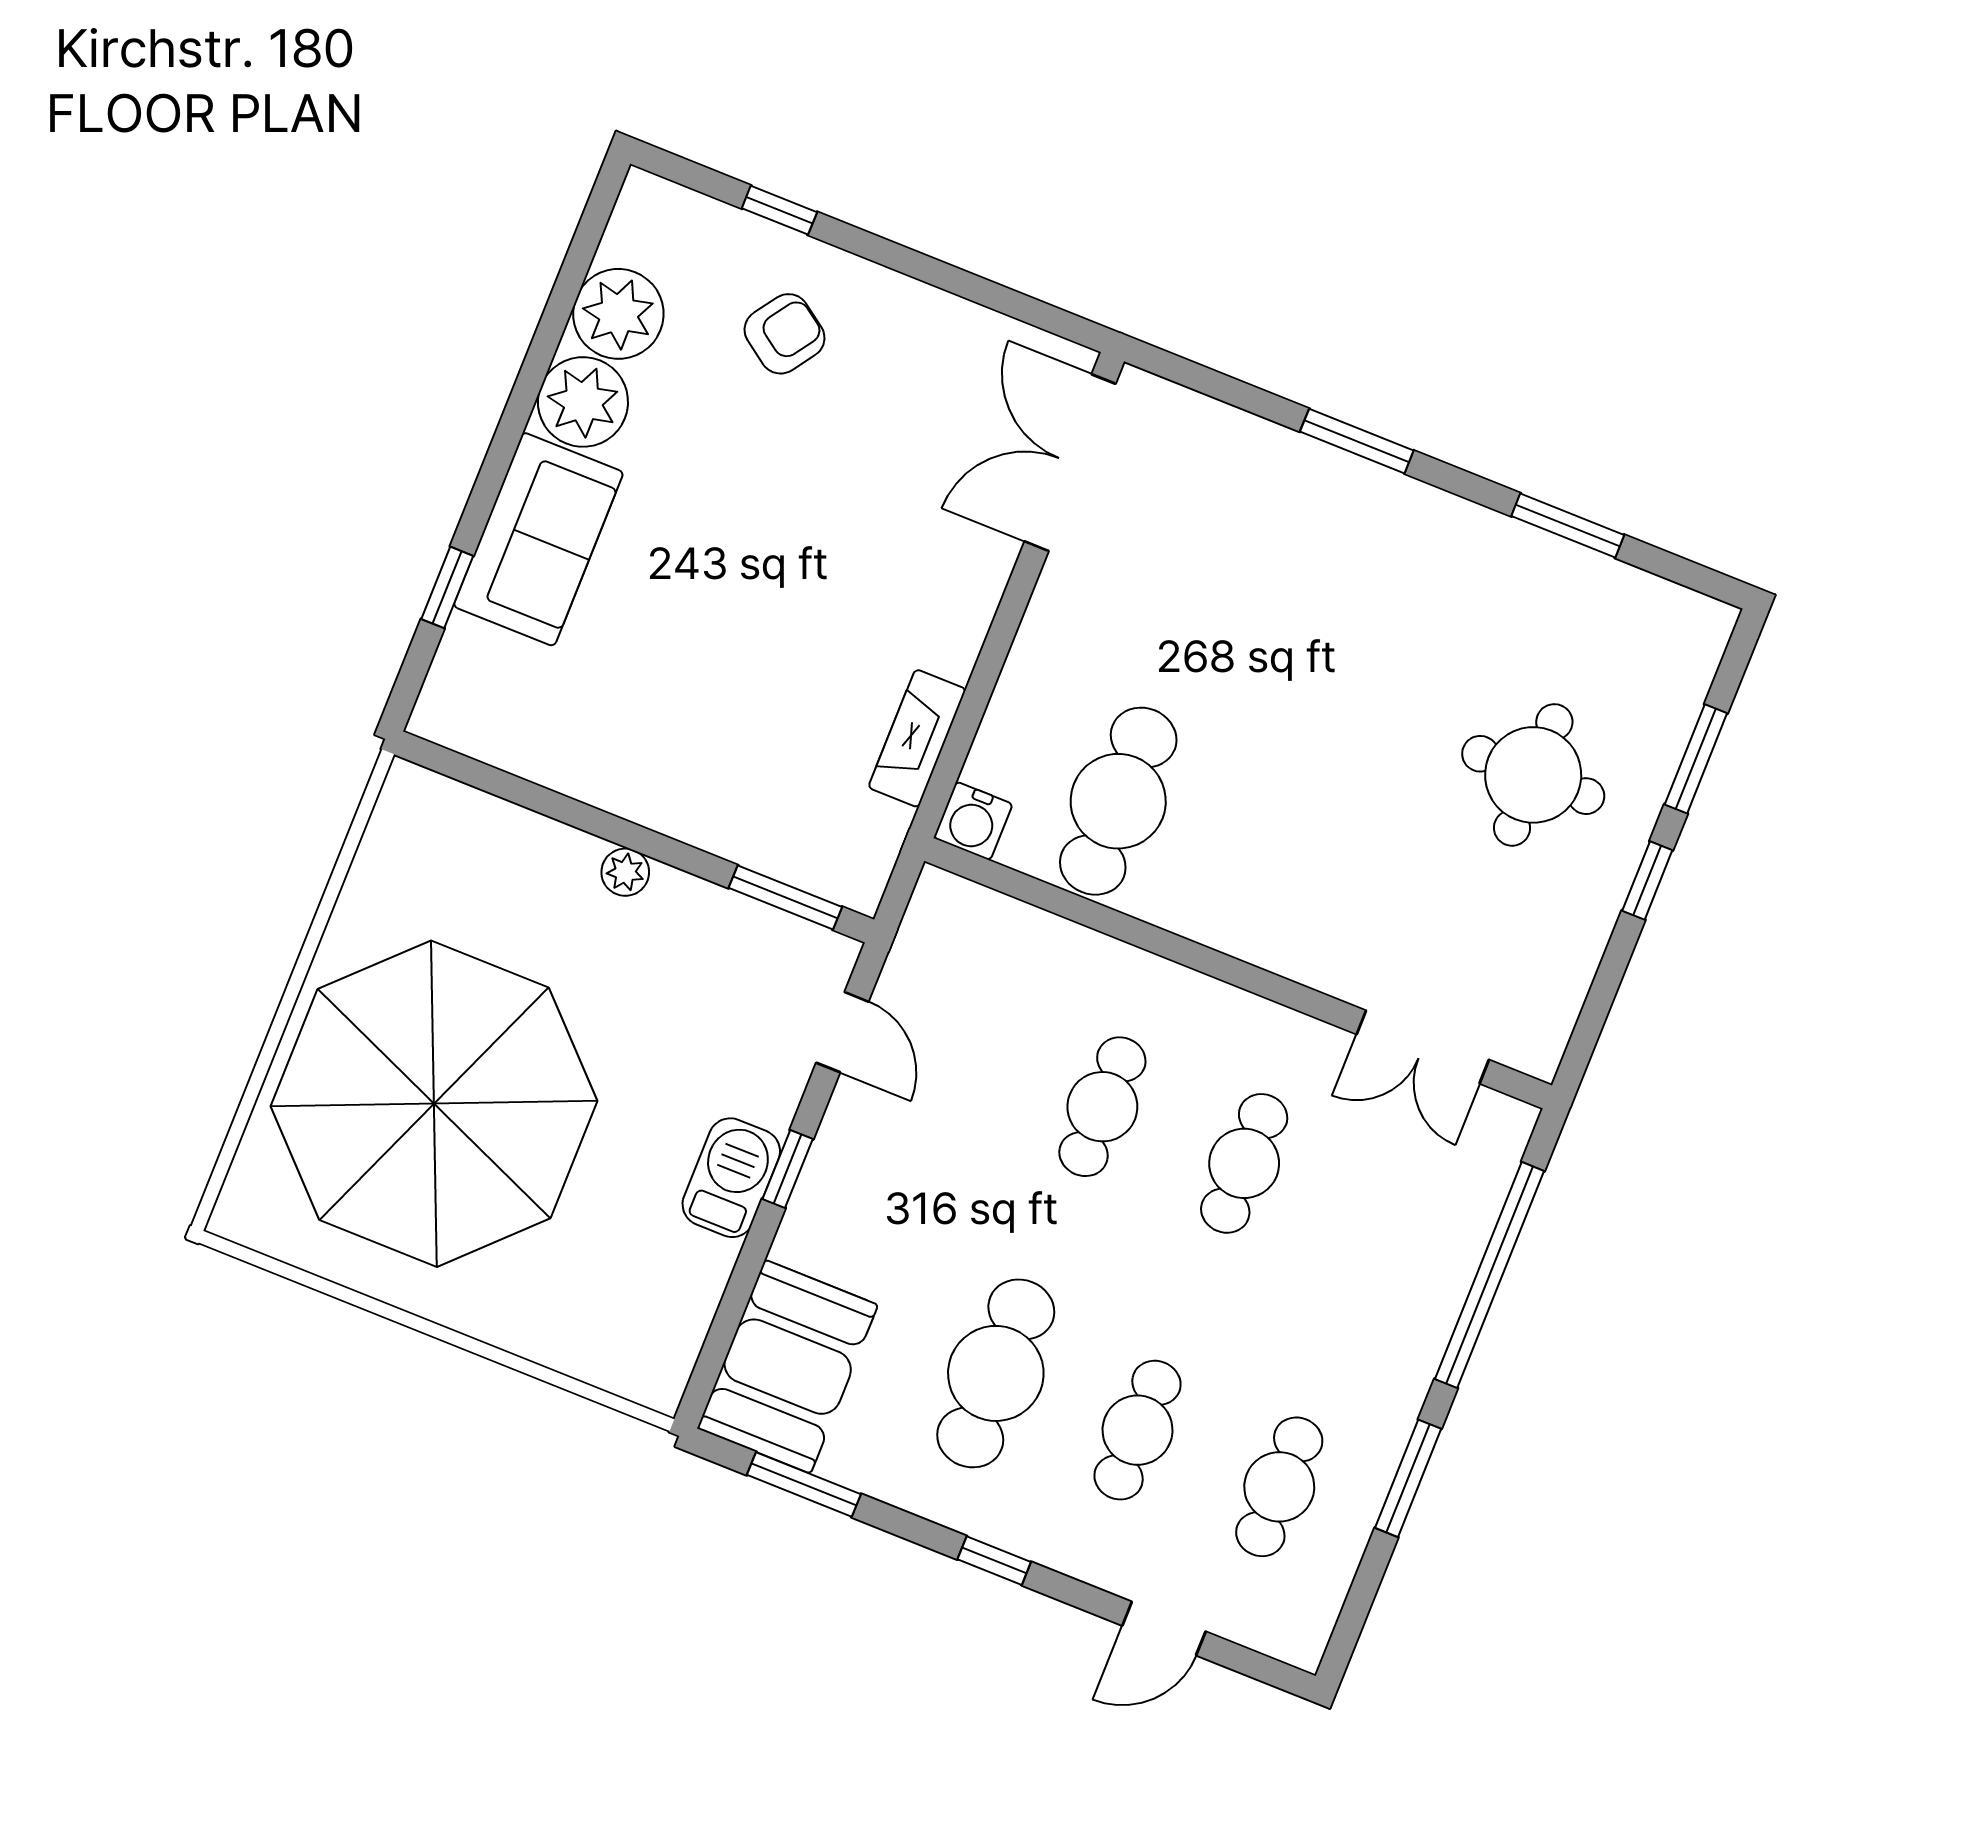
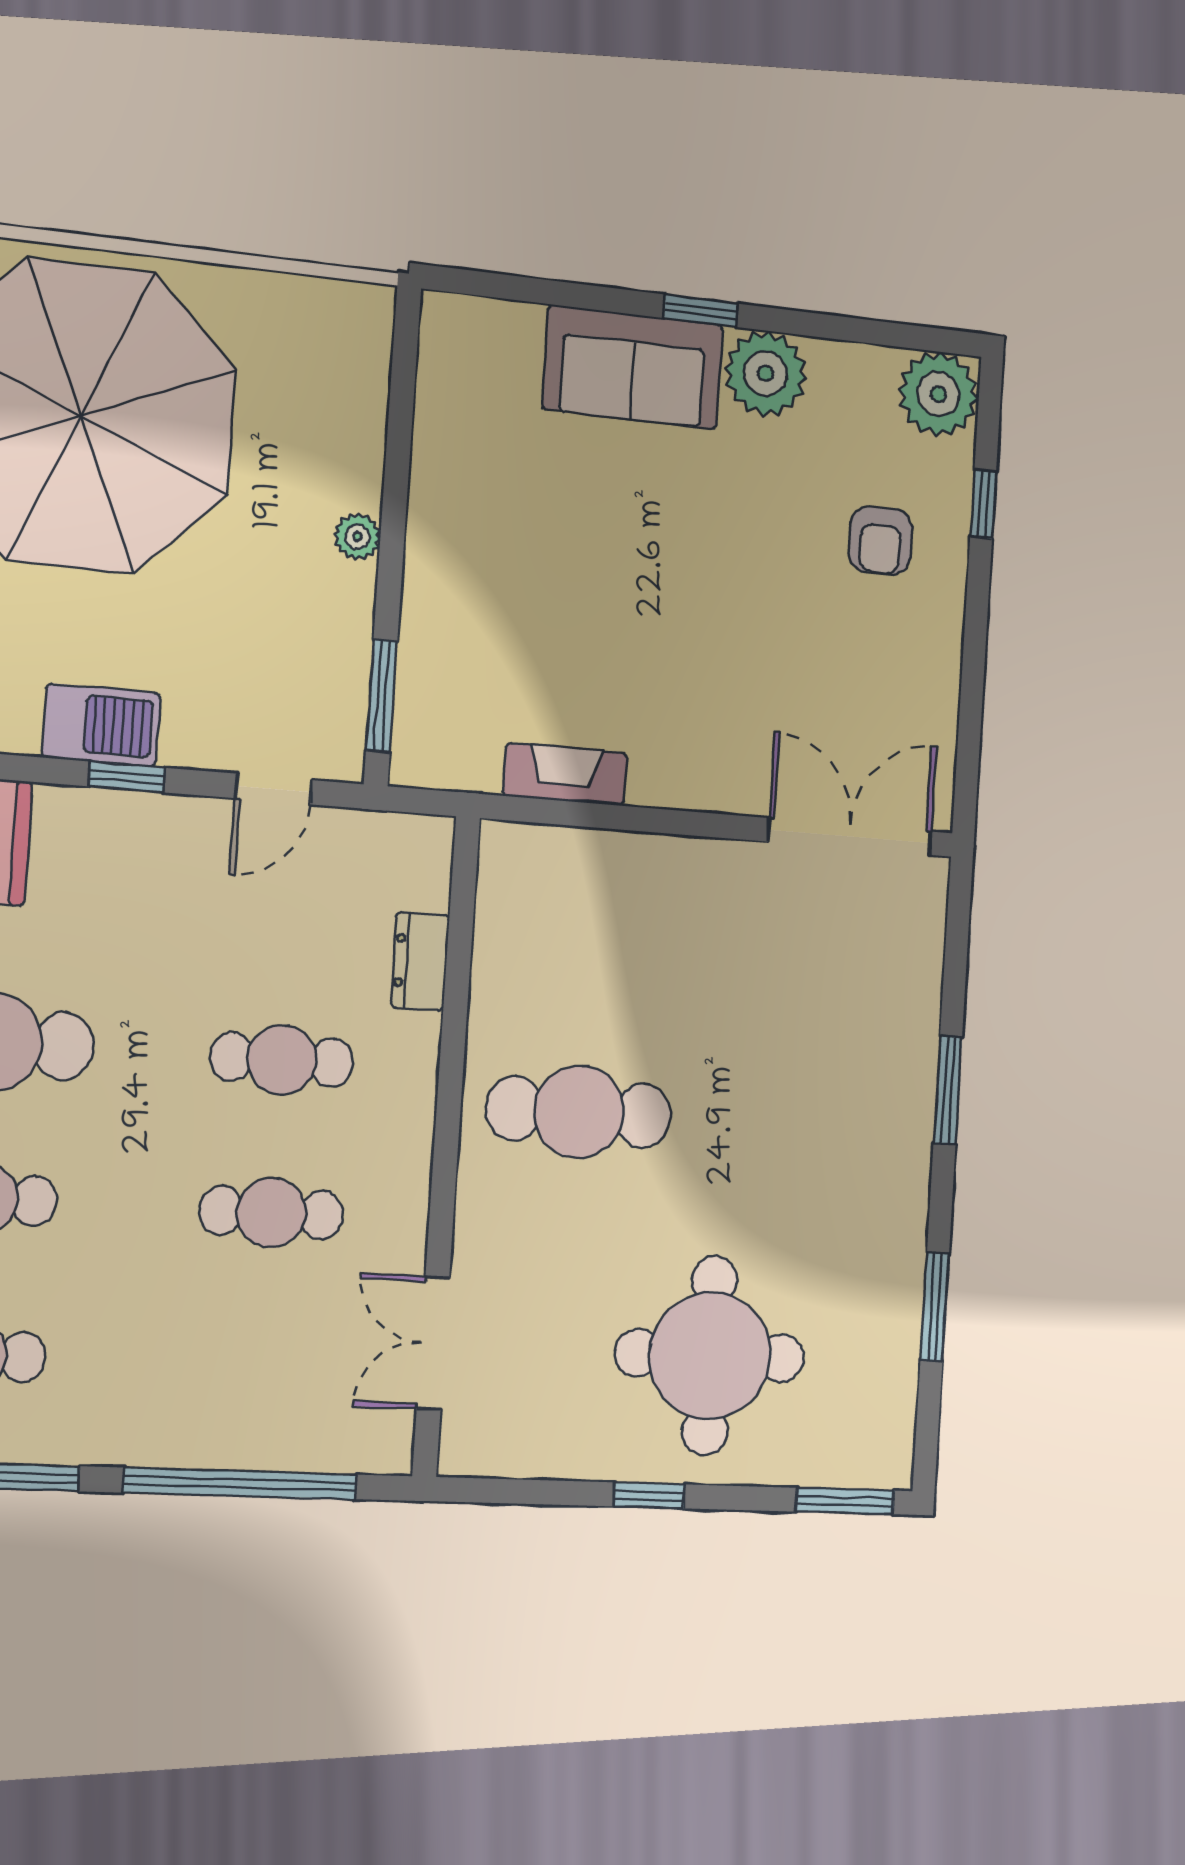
plant: (618, 314) -> (938, 394), moved
armchair: (785, 334) -> (880, 541), turned 55
window: (447, 587) -> (701, 311), moved
window: (1696, 759) -> (845, 1501), moved
round table: (1533, 775) -> (710, 1355), width x1.36, depth x1.36
cafe table: (1118, 801) -> (579, 1112), moved
water cooler: (973, 821) -> (507, 851), removed
dresser: (1053, 942) -> (420, 961), added

